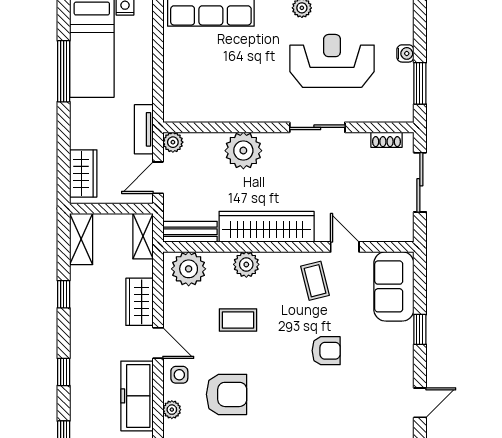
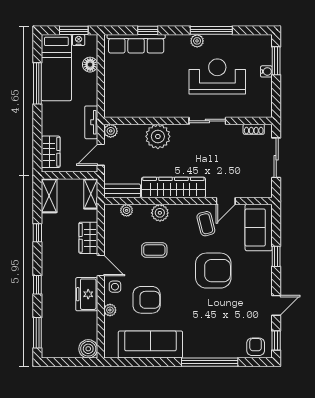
floor lamp: (142, 43) -> (90, 65), added
window: (420, 83) -> (276, 61), moved
door: (345, 247) -> (226, 201), swing flipped
plant: (189, 269) -> (127, 210), width x0.53, depth x0.53
armchair: (326, 351) -> (213, 271), width x1.88, depth x1.88
freezer: (137, 396) -> (87, 294), width x0.71

